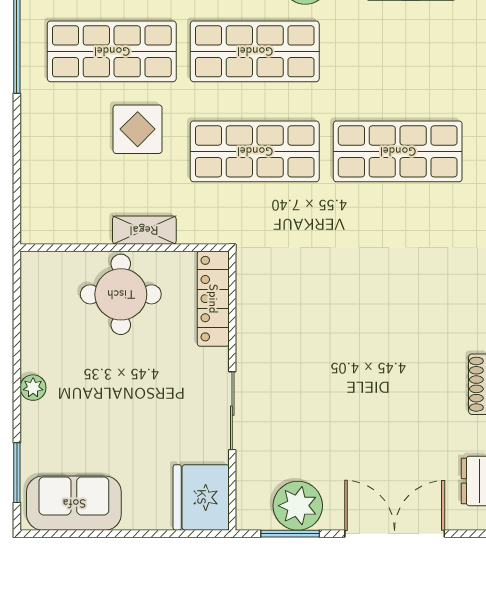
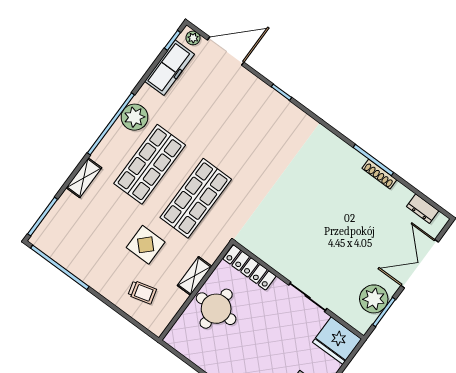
shop shelf: (112, 51) -> (101, 230), removed
shop shelf: (398, 151) -> (244, 132), removed
trolley: (67, 173) -> (142, 292), added

